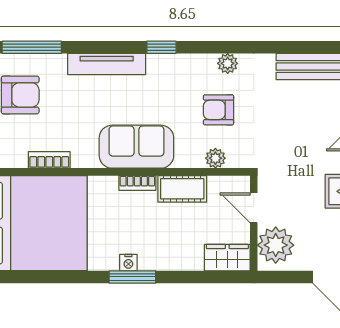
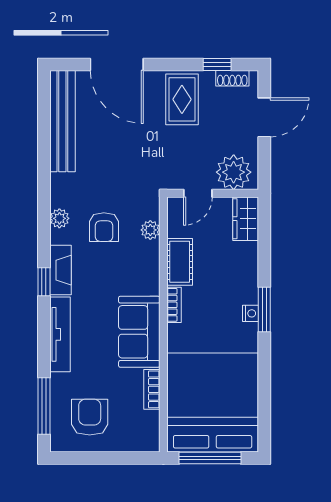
fireplace: (174, 64) -> (60, 270), added
sofa: (136, 147) -> (139, 332), moved

